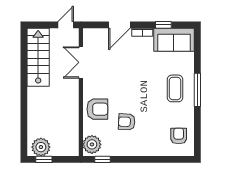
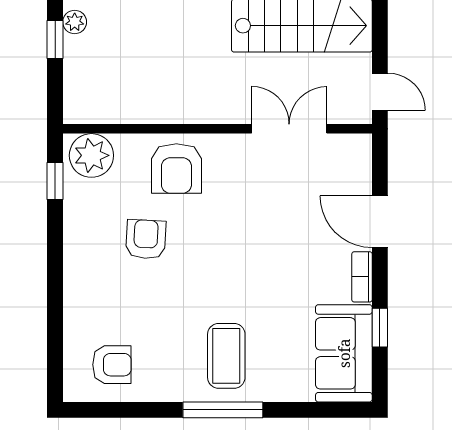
coffee table: (175, 88) -> (226, 356), turned 90
plant: (41, 147) -> (75, 22), width x0.53, depth x0.53

